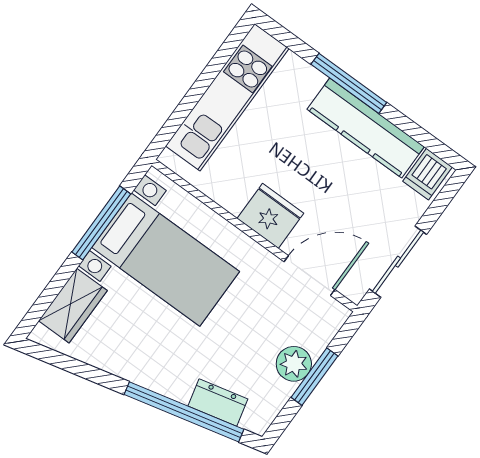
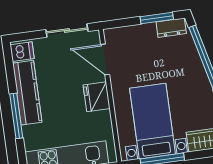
plant: (294, 364) -> (145, 33), removed
window: (314, 377) -> (157, 18), moved
dresser: (218, 403) -> (171, 28), moved, turned -77

